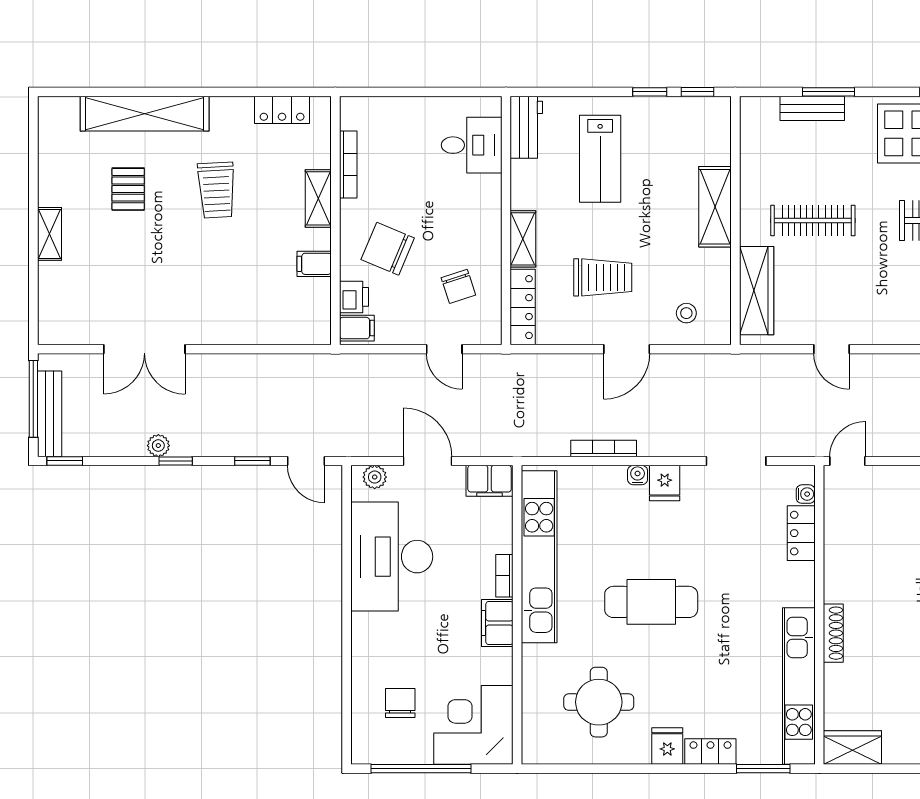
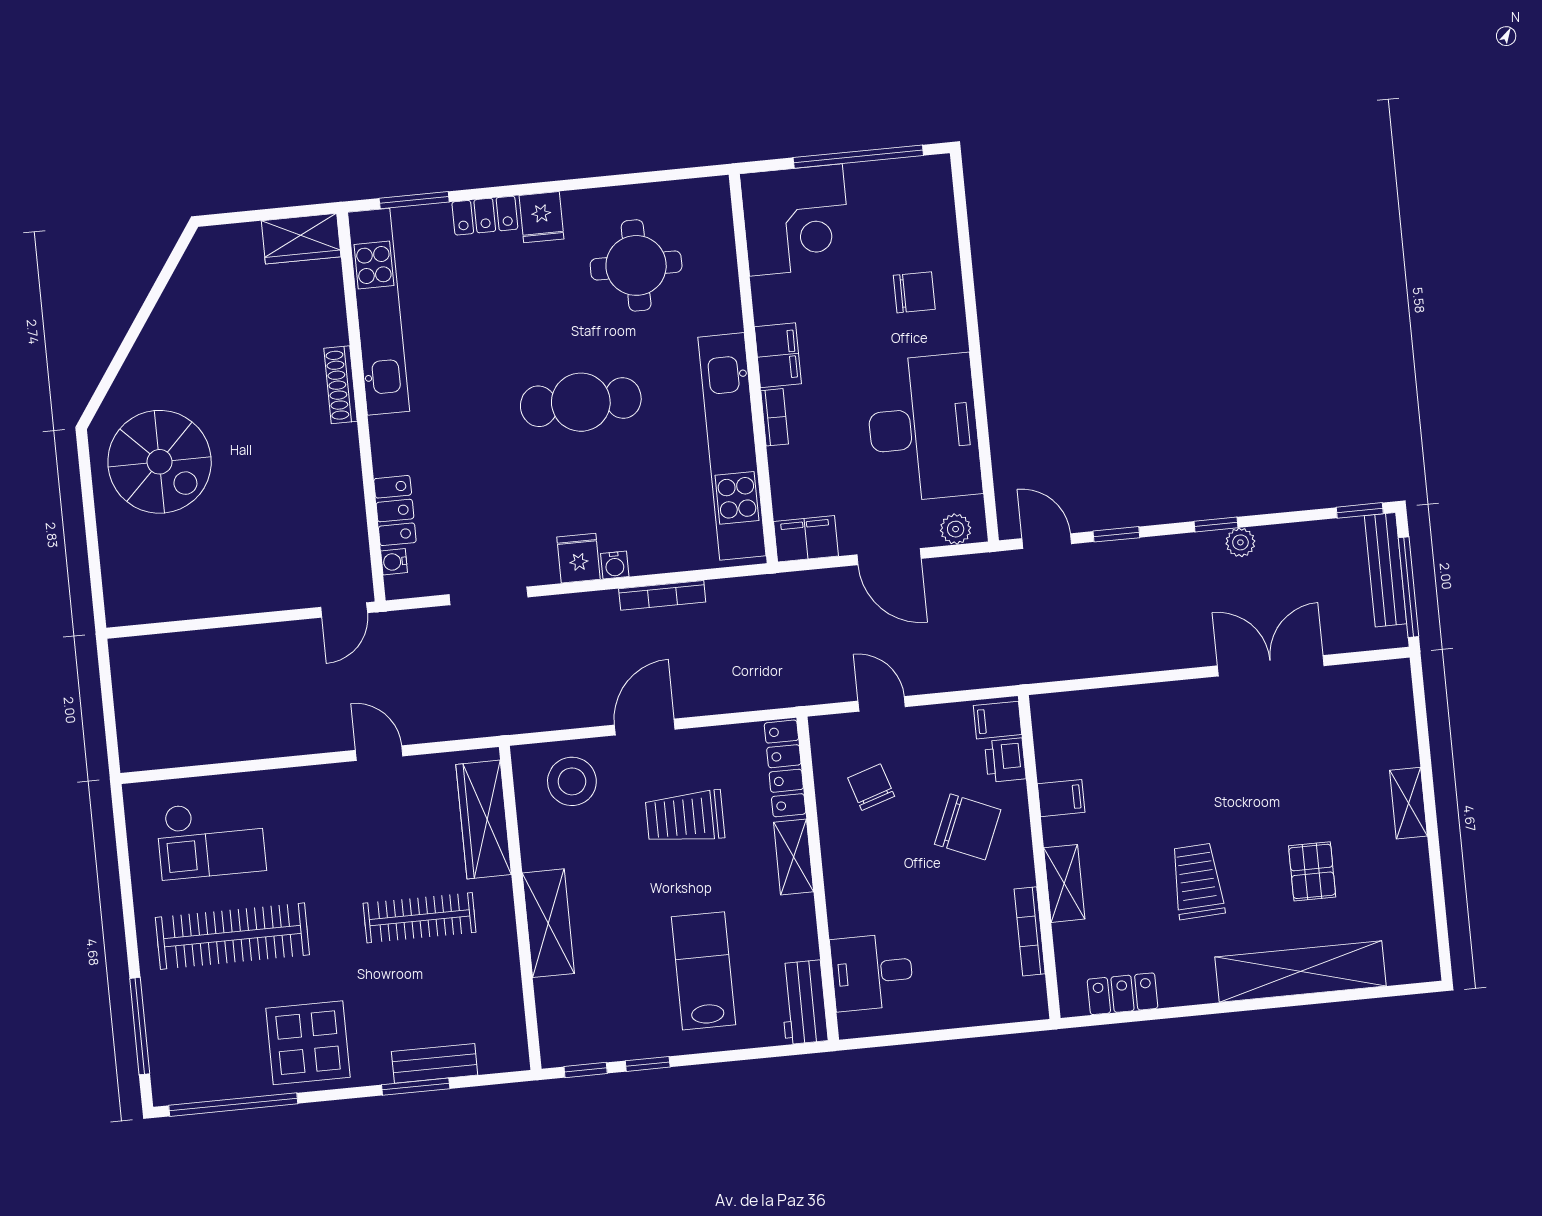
stool: (686, 313) -> (572, 781), width x1.89, depth x1.89
chair: (400, 703) -> (914, 292), moved, turned -90

